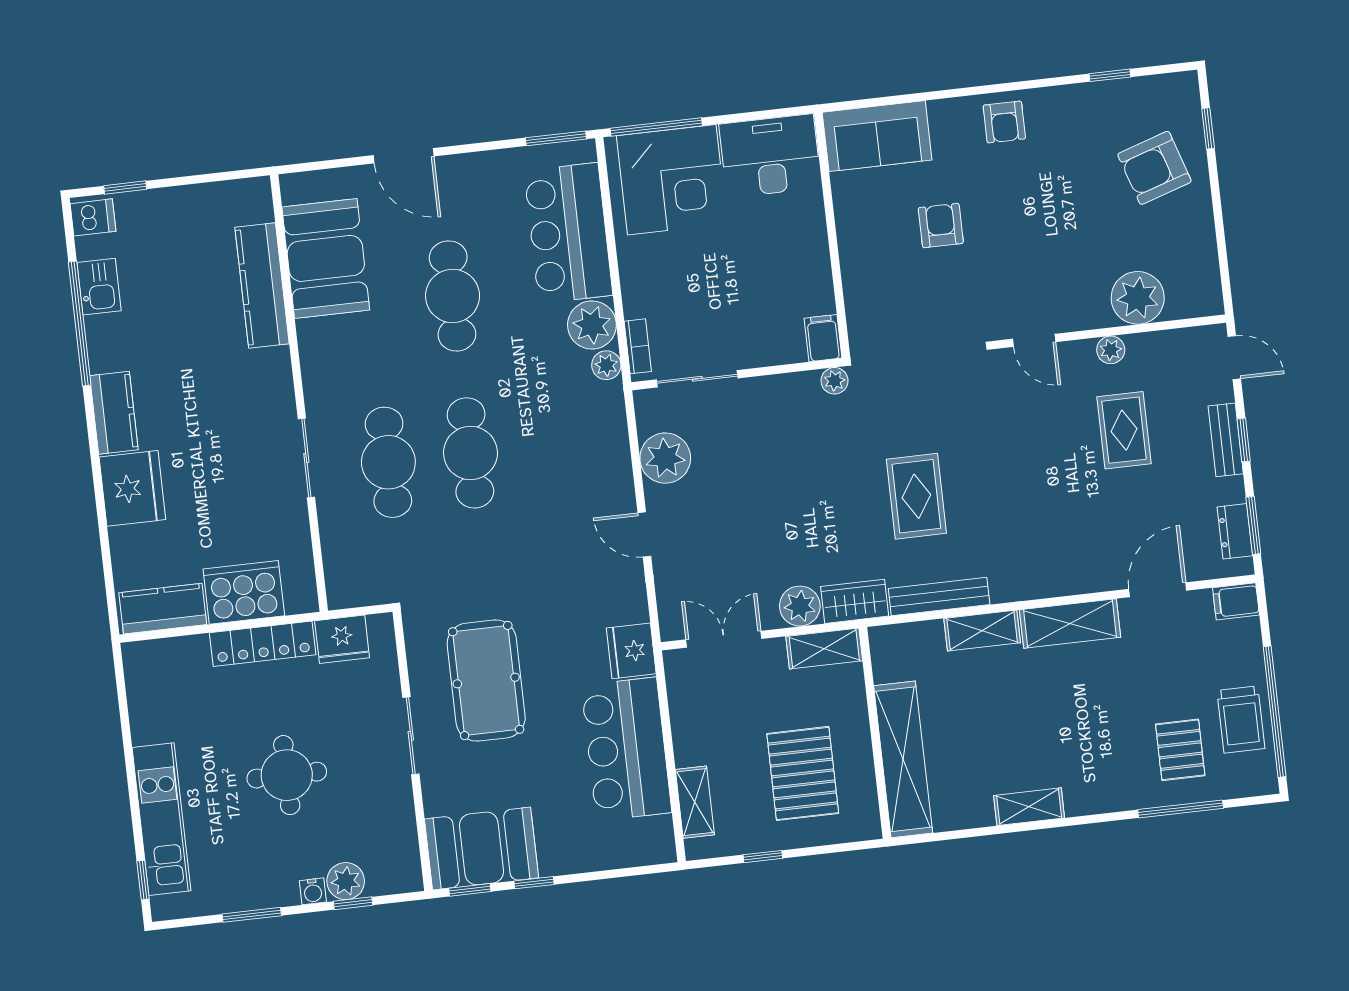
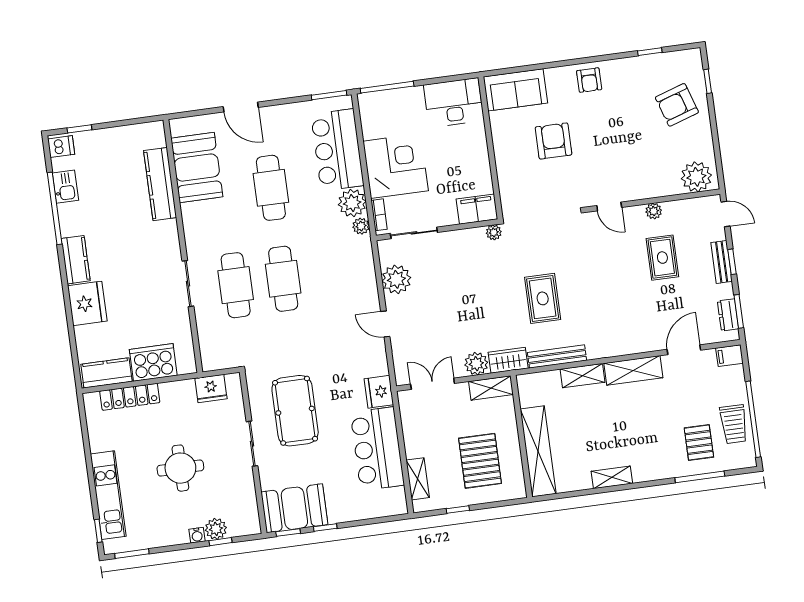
corner desk: (672, 180) -> (396, 166), moved, turned -90
armchair: (941, 225) -> (554, 141), width x1.38, depth x1.38
plant: (1138, 298) -> (696, 177), moved
filing cabinet: (823, 338) -> (477, 209), width x2.00
locker: (263, 644) -> (130, 397), moved
window: (252, 915) -> (132, 554), moved

